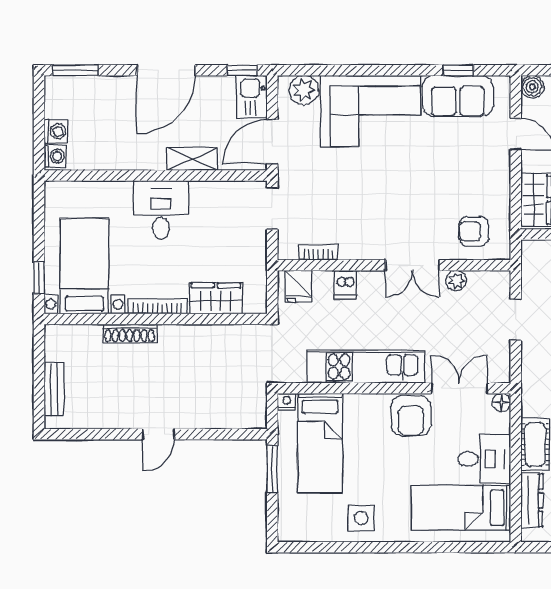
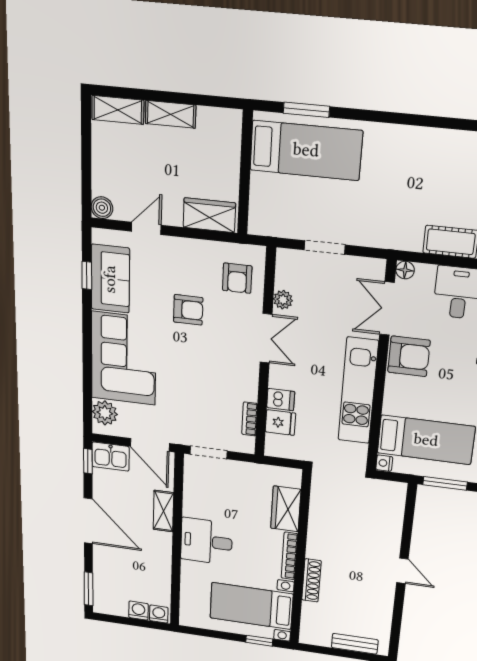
armchair: (434, 181) -> (188, 310), added
fridge: (298, 286) -> (280, 423), moved

